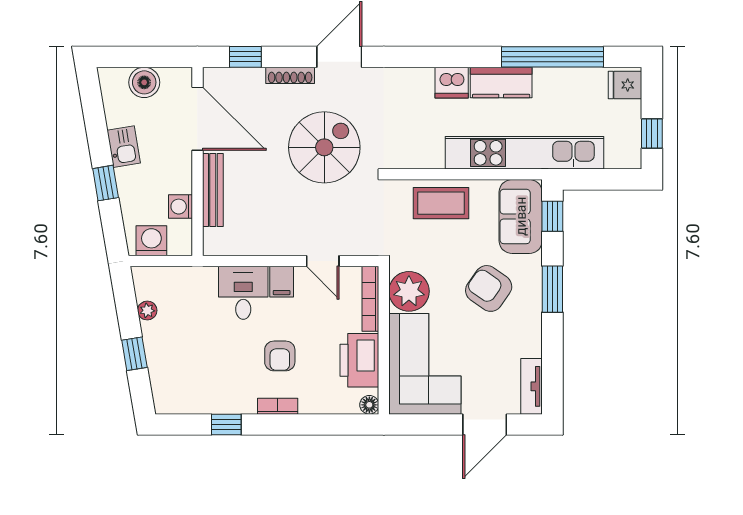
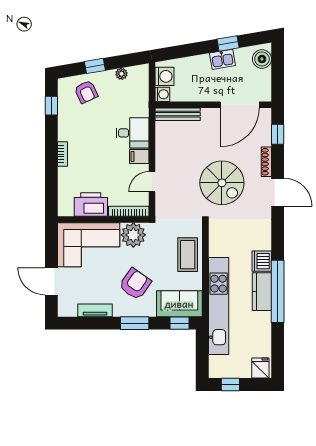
window: (552, 57) -> (278, 291), moved
boiler: (144, 82) -> (262, 59), moved
window: (106, 183) -> (228, 43), moved
bench: (213, 190) -> (178, 114), moved
washing machine: (181, 207) -> (162, 94), moved, turned 90
armchair: (280, 356) -> (86, 92), moved, turned -115
tv unit: (531, 386) -> (95, 310), moved
floor lamp: (369, 405) -> (63, 211), removed
window: (226, 424) -> (51, 106), moved

